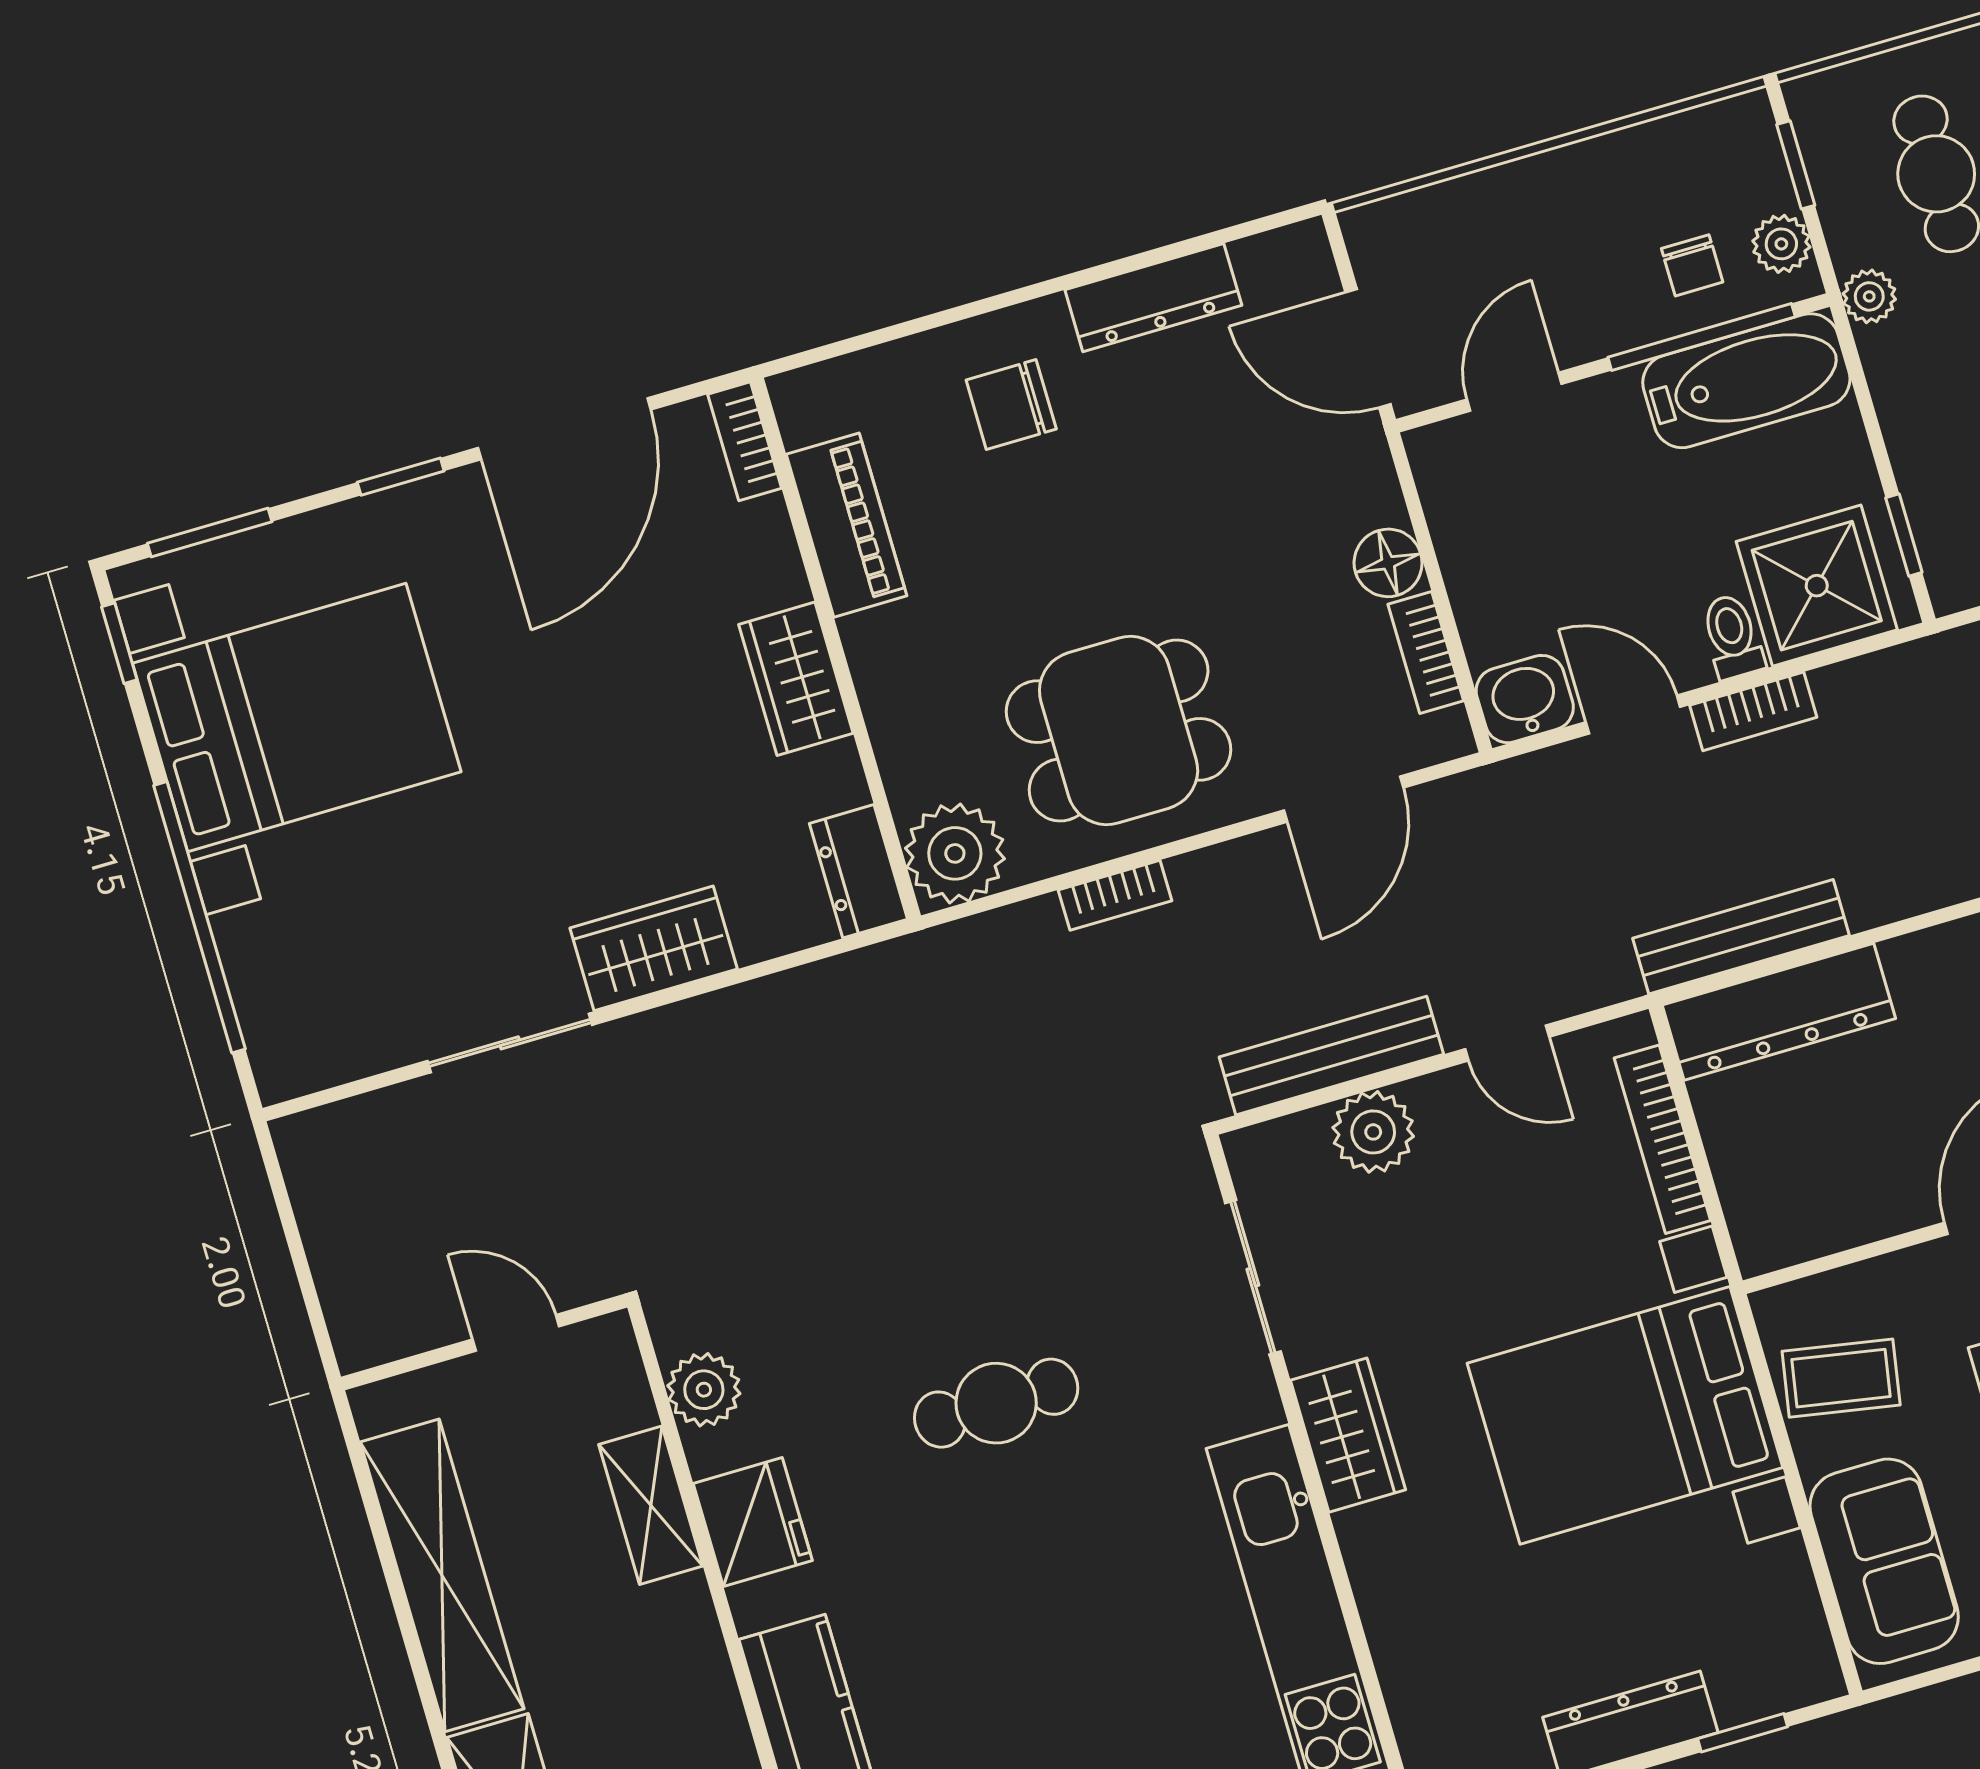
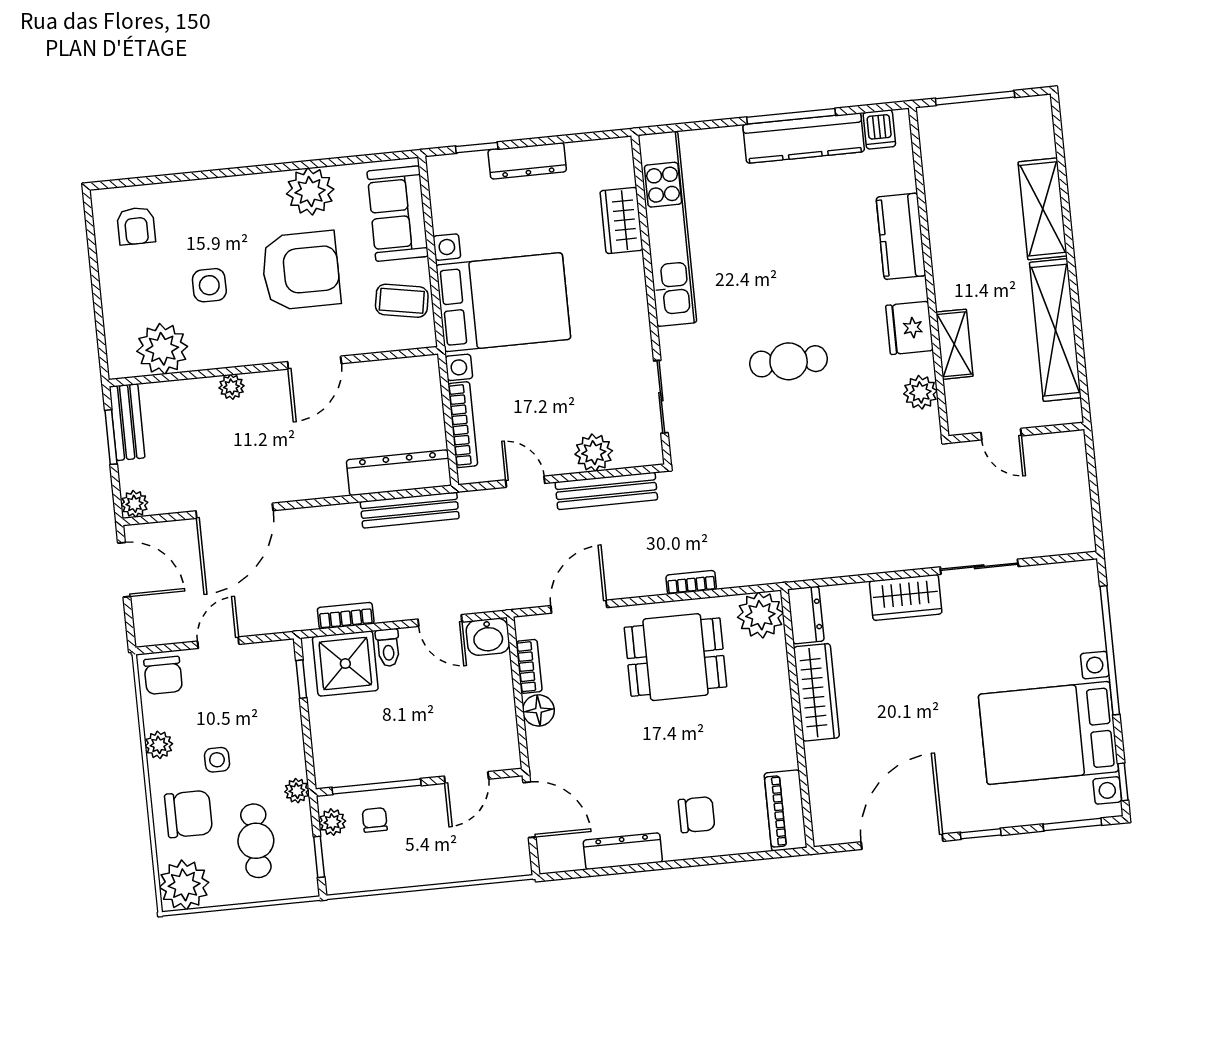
bathtub: (1746, 381) -> (360, 763), removed
bookcase: (745, 441) -> (821, 821), removed
piano: (846, 525) -> (786, 810), moved
wardrobe: (796, 679) -> (816, 692), width x1.50
bookcase: (1753, 711) -> (346, 616), moved
wardrobe: (1348, 1435) -> (621, 221), moved

